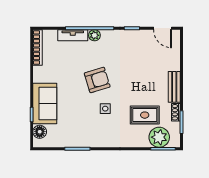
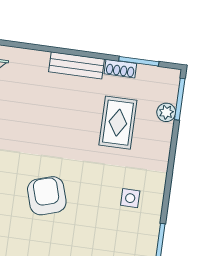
side table: (105, 109) -> (130, 198), moved
plant: (159, 137) -> (166, 112), width x0.53, depth x0.53

